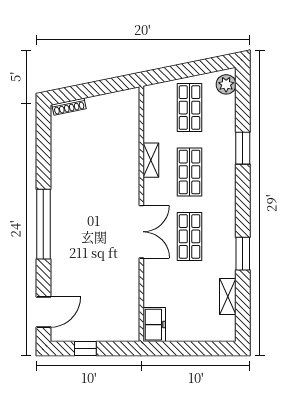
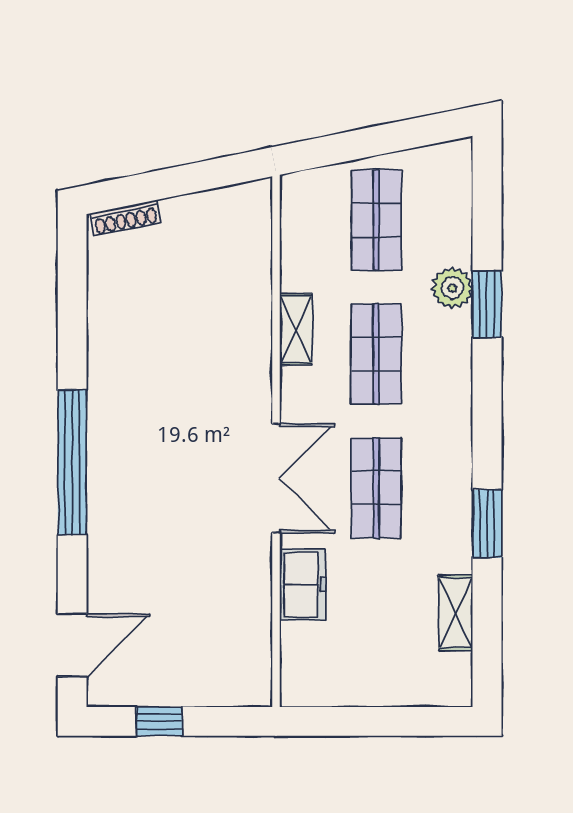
plant: (226, 84) -> (452, 288), moved
freezer: (154, 325) -> (303, 585), moved

